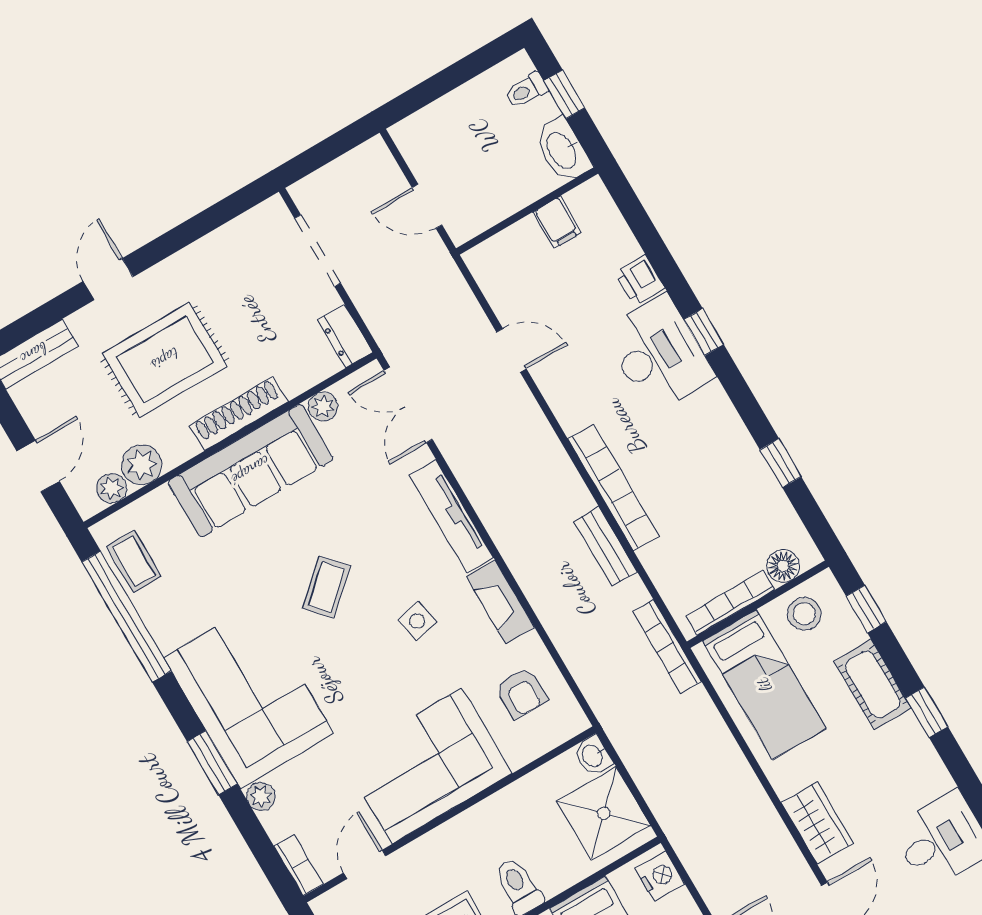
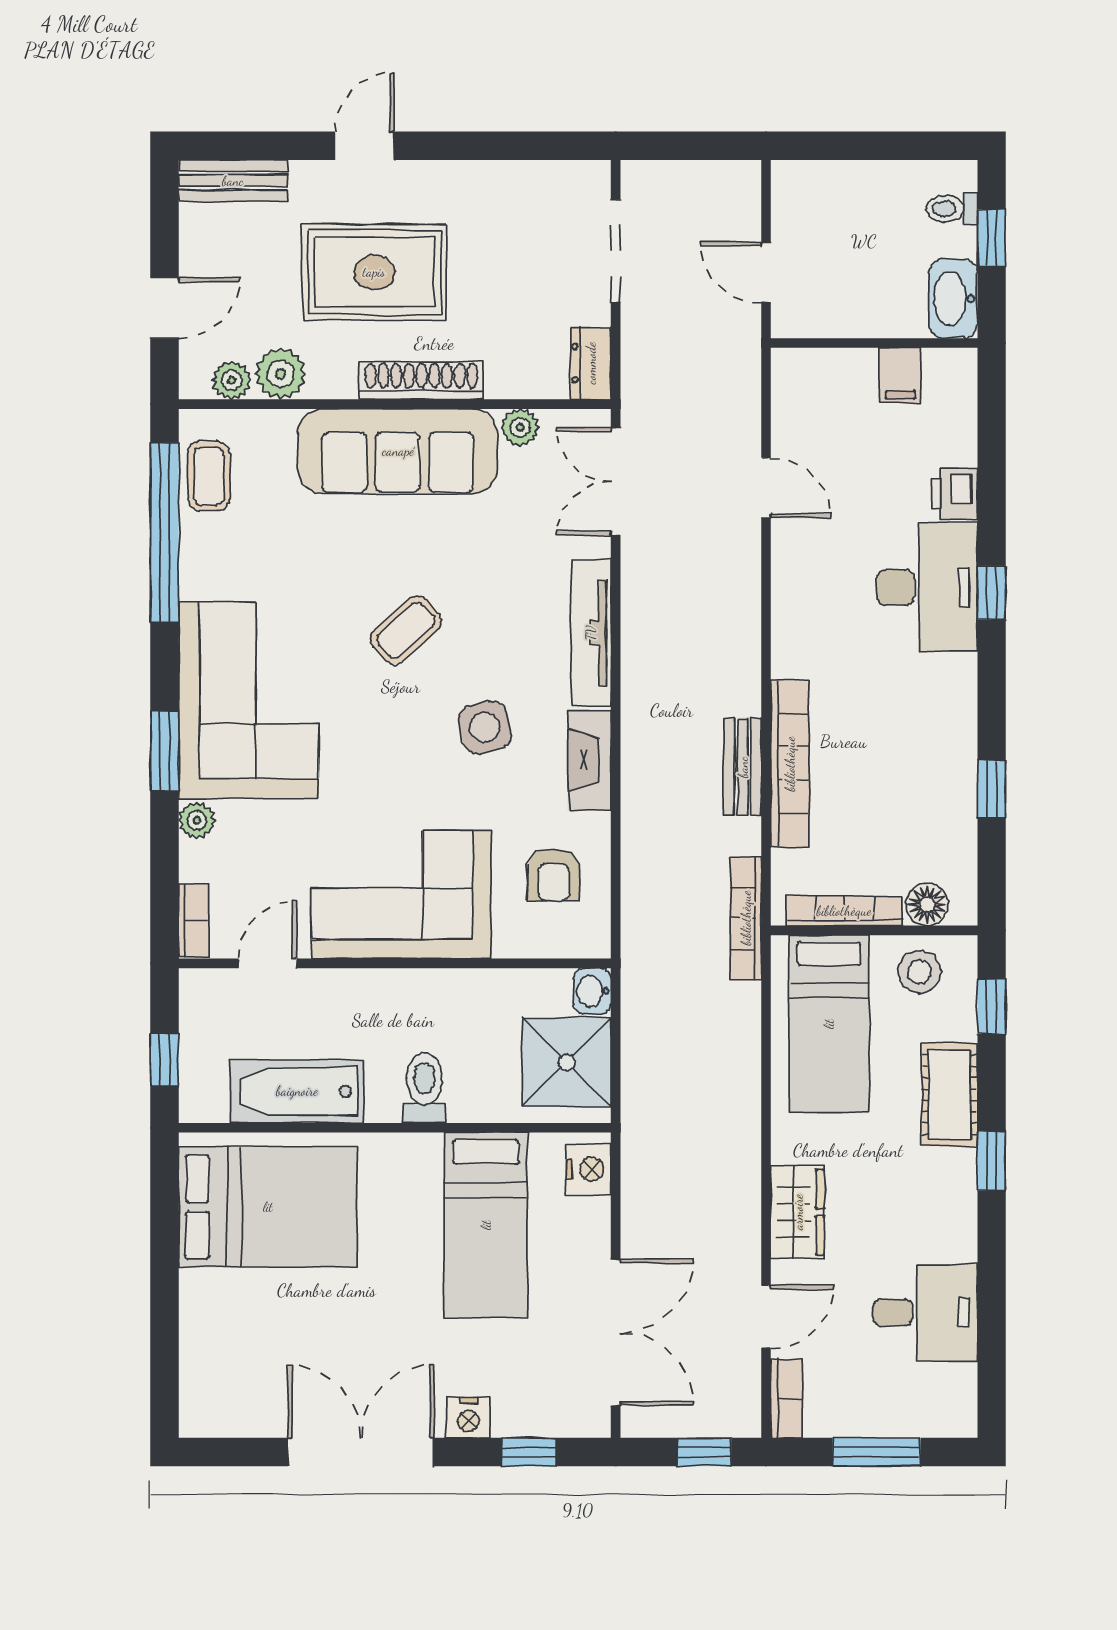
bookcase: (613, 488) -> (790, 764), moved
side table: (417, 621) -> (485, 727), width x1.37, depth x1.37

